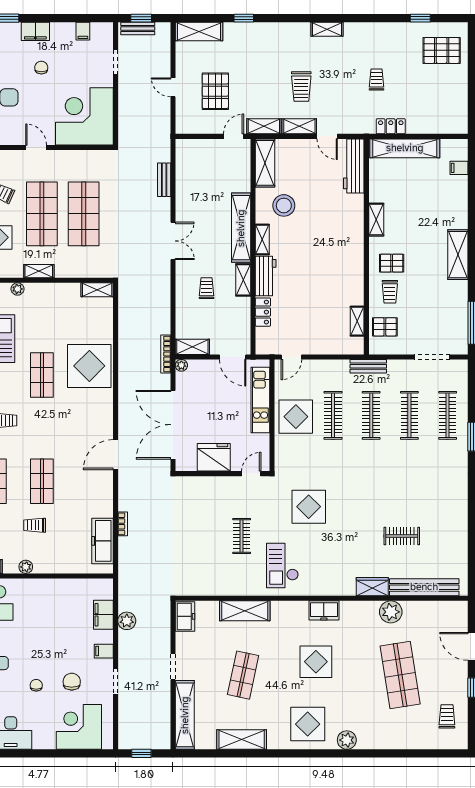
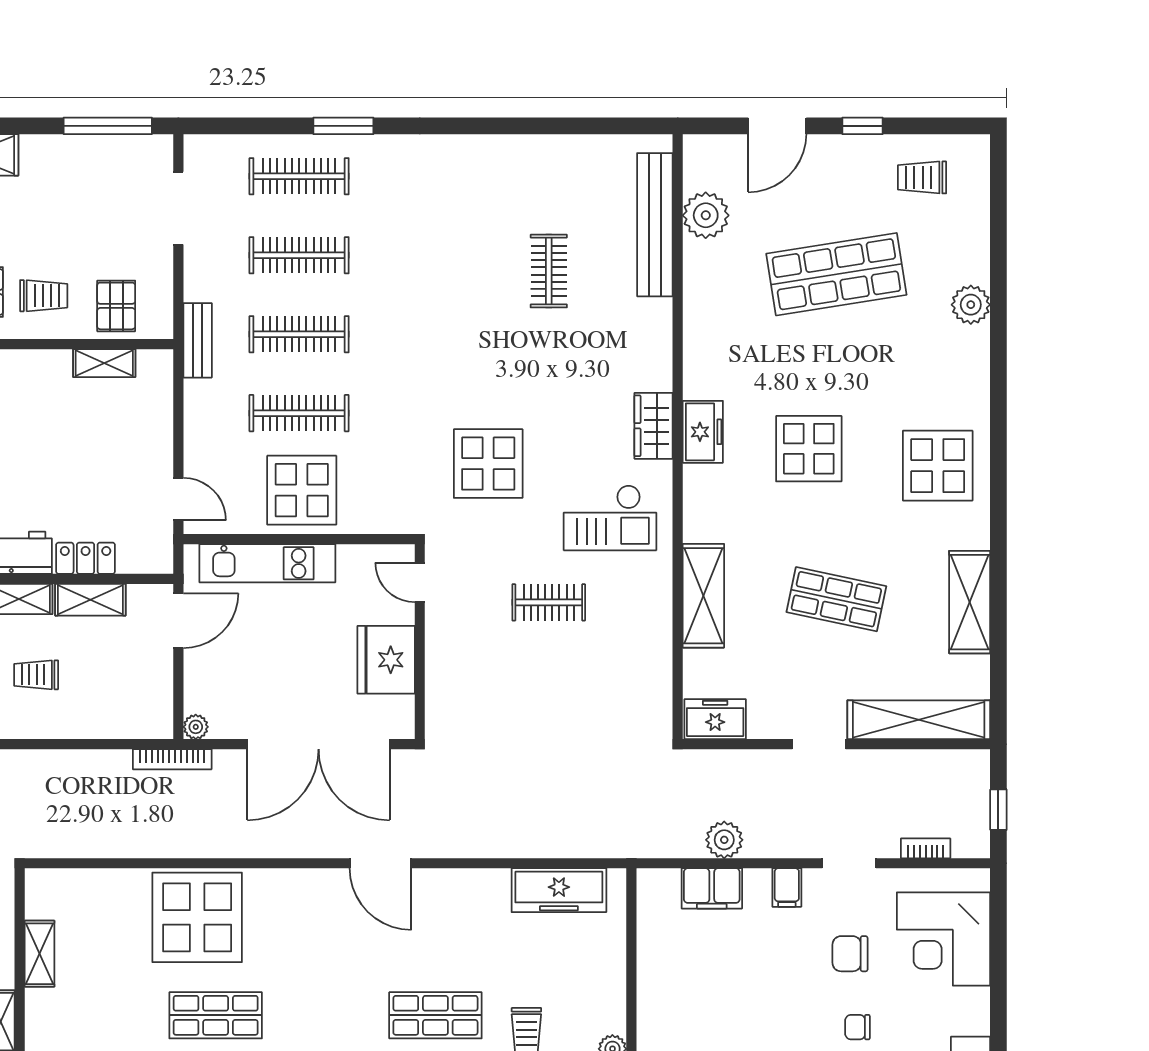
shelving: (97, 290) -> (39, 954), moved
shelving: (192, 347) -> (90, 600), moved, turned 90
bookcase: (123, 524) -> (926, 848), moved
wardrobe: (372, 587) -> (654, 426), moved
plant: (391, 612) -> (706, 215), moved
plant: (347, 740) -> (971, 305), moved

